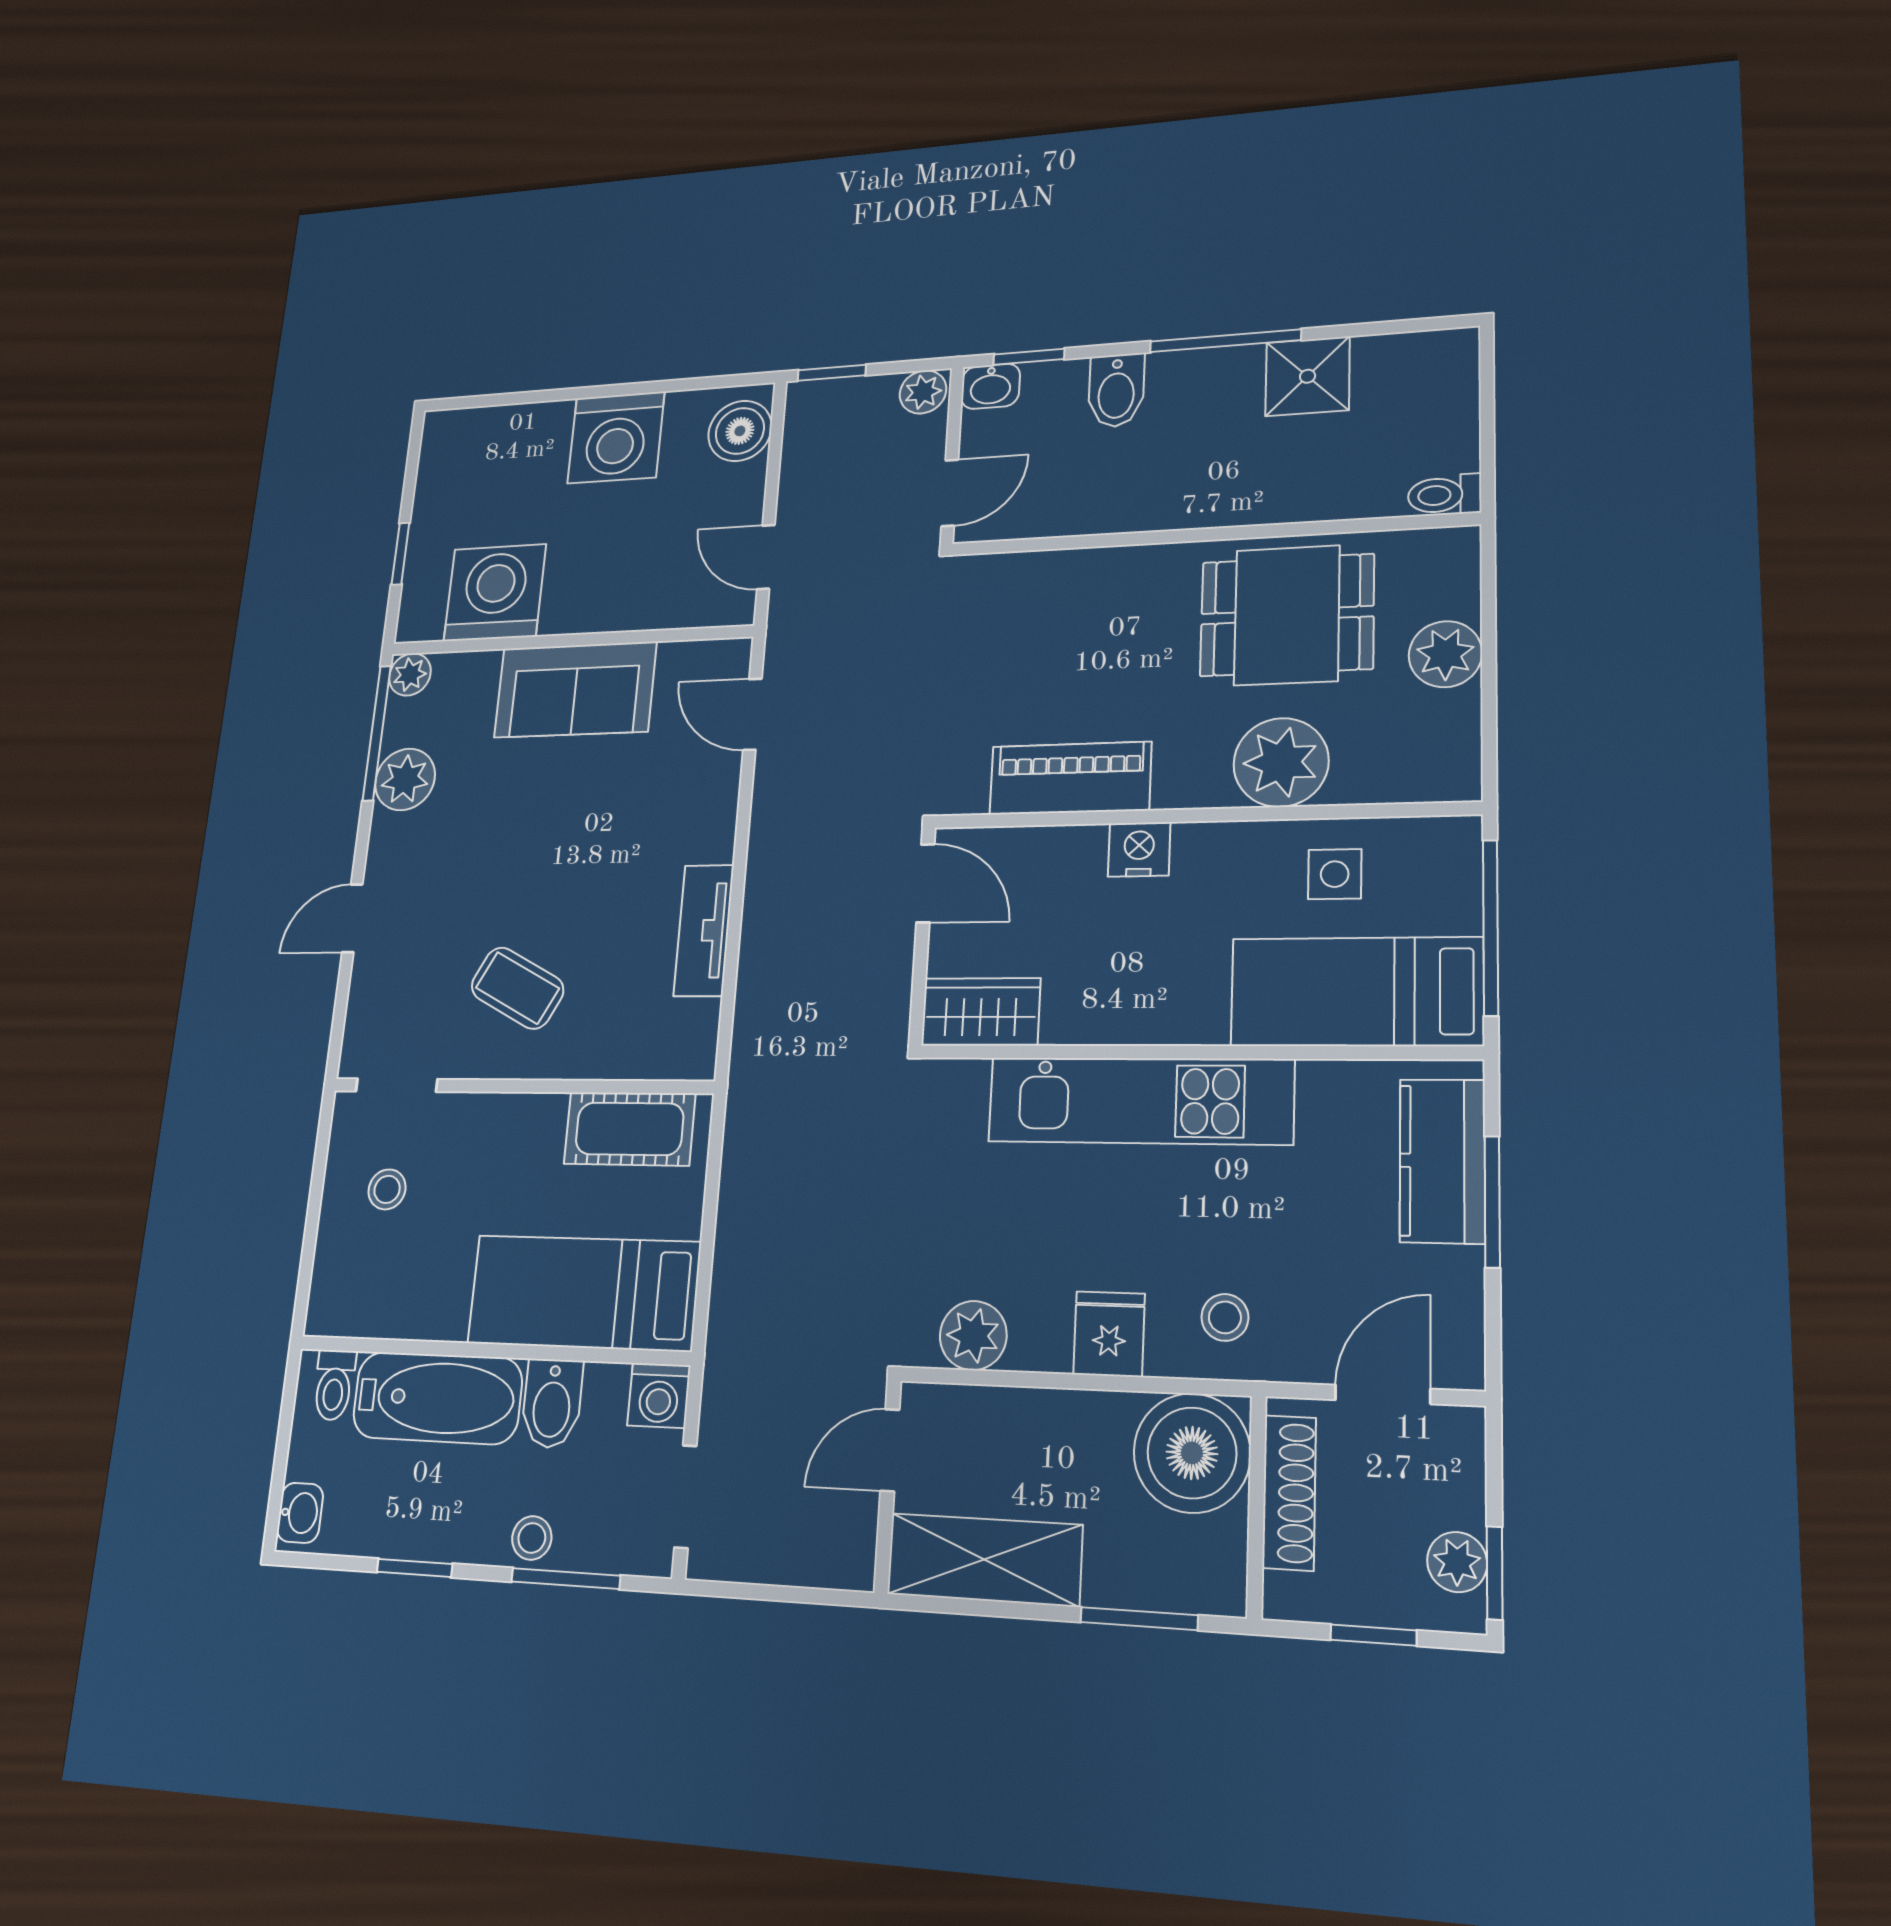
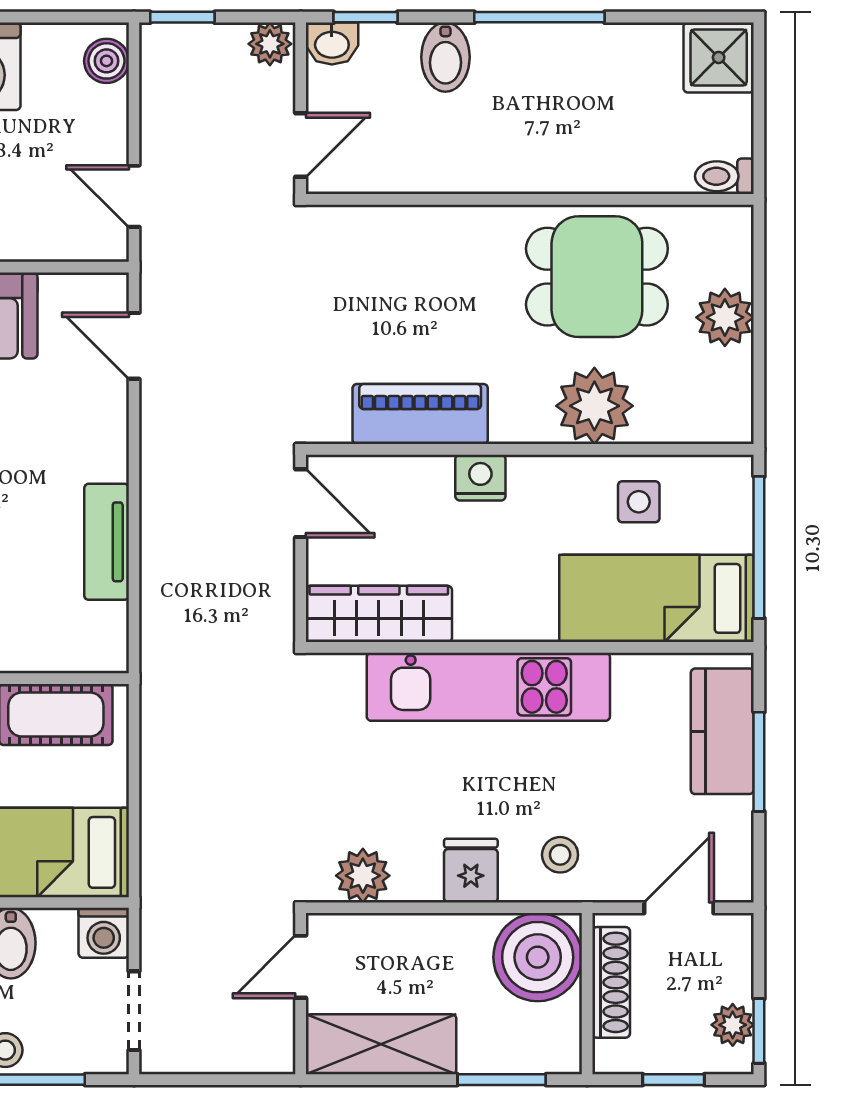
shower: (1308, 376) -> (719, 57), moved
boiler: (740, 431) -> (107, 61), width x0.73, depth x0.73
wardrobe: (981, 1012) -> (379, 614), width x1.50

